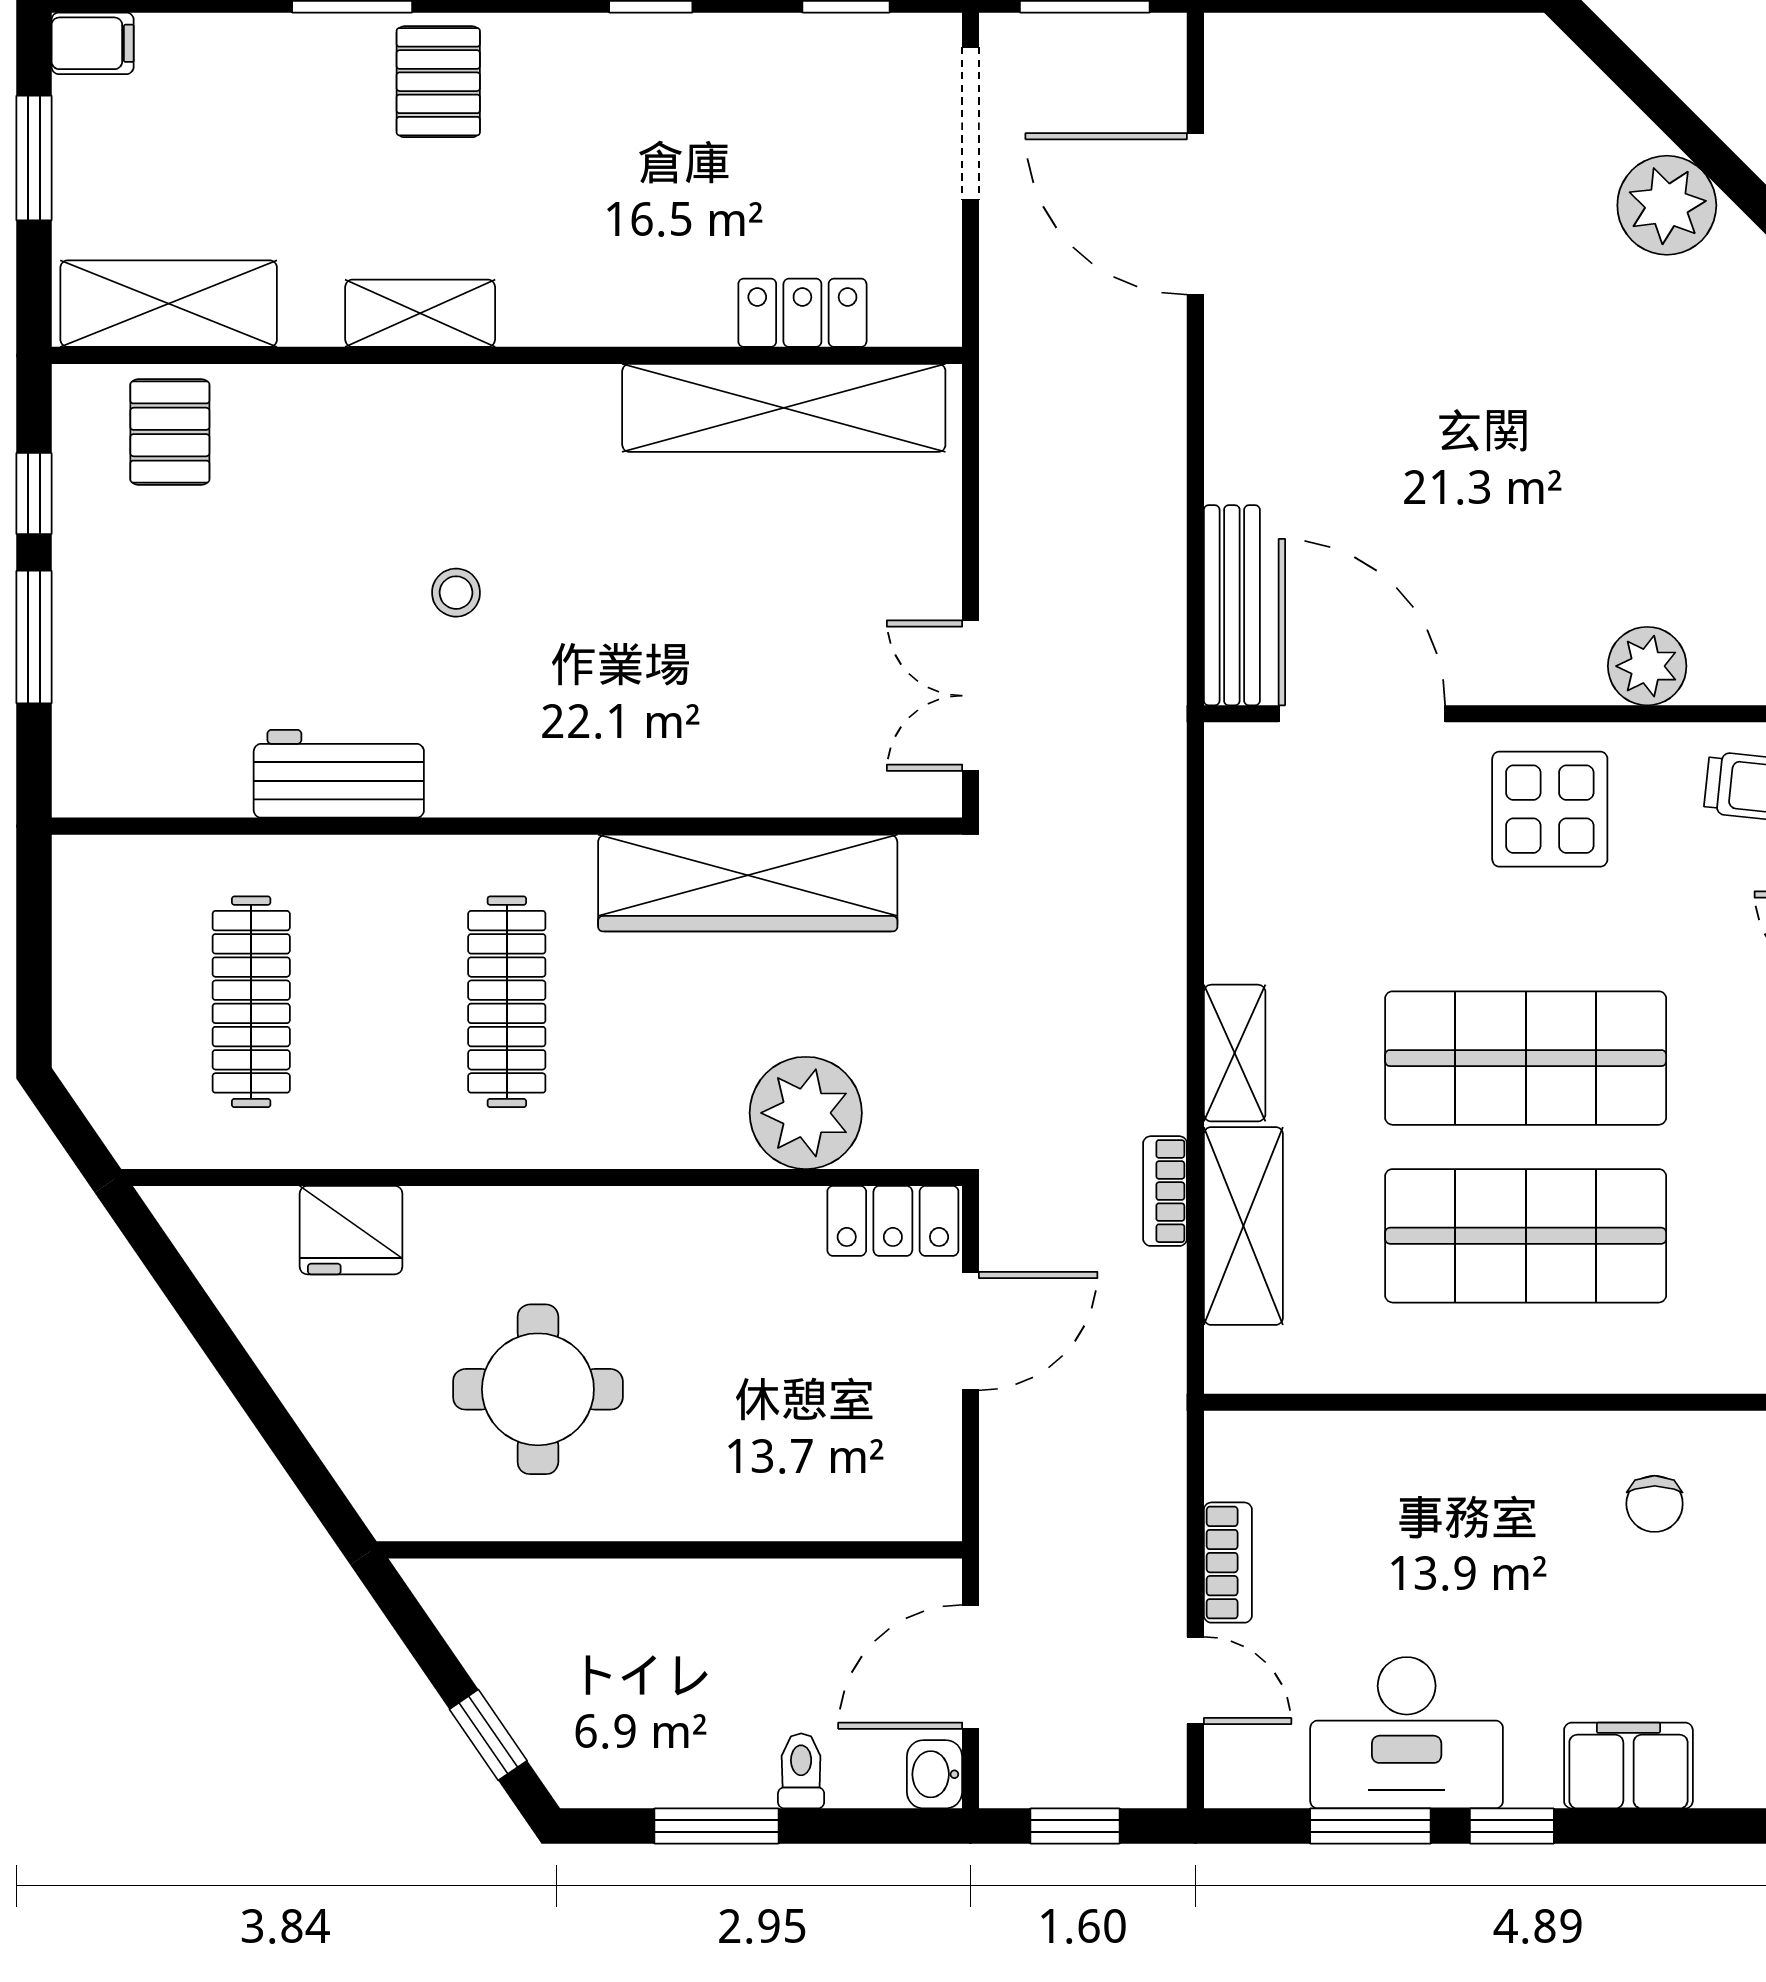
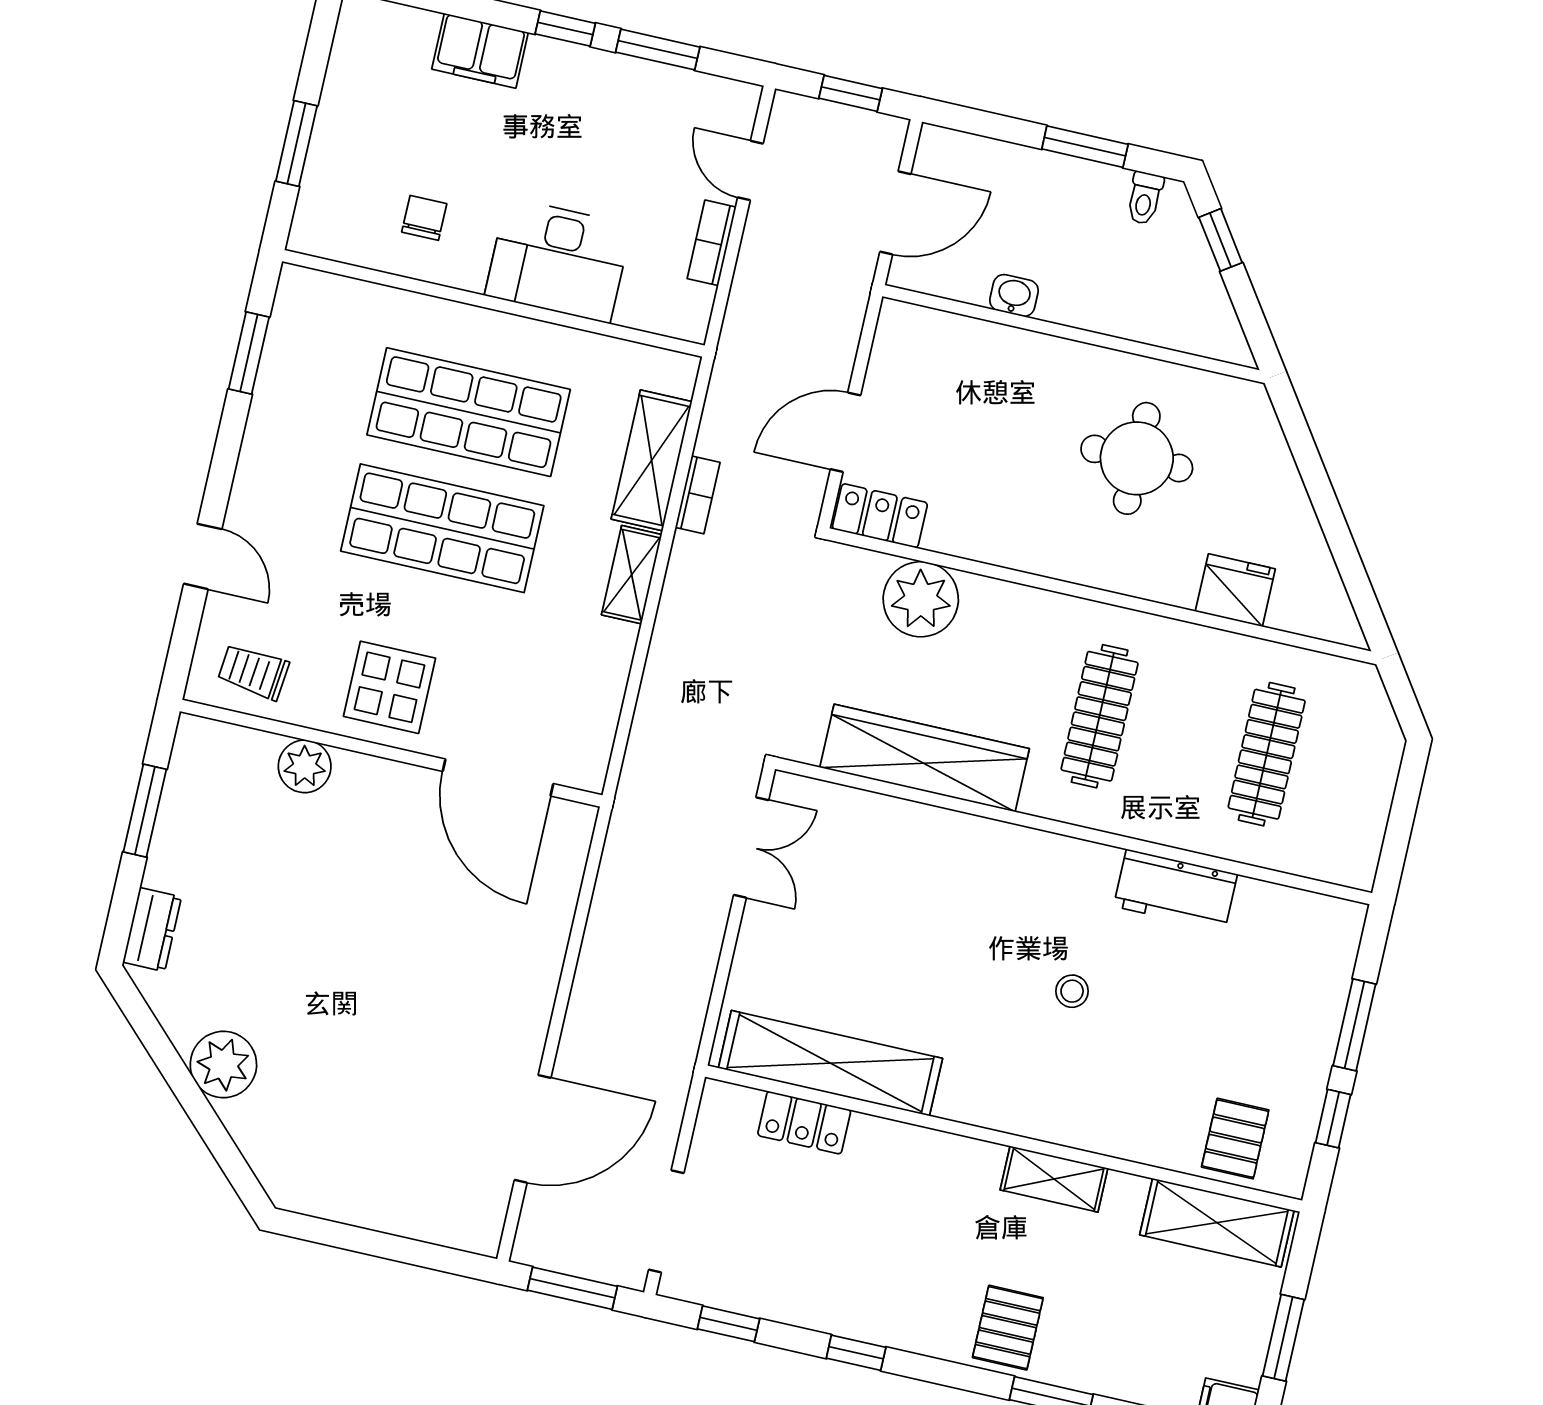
door: (1195, 214) -> (533, 1129), hinge flipped
bench: (1232, 605) -> (567, 868), removed
desk: (1407, 1733) -> (558, 260), moved, turned 180
toilet: (801, 1771) -> (1145, 198), moved
washbasin: (935, 1774) -> (1014, 295), moved, turned -90

